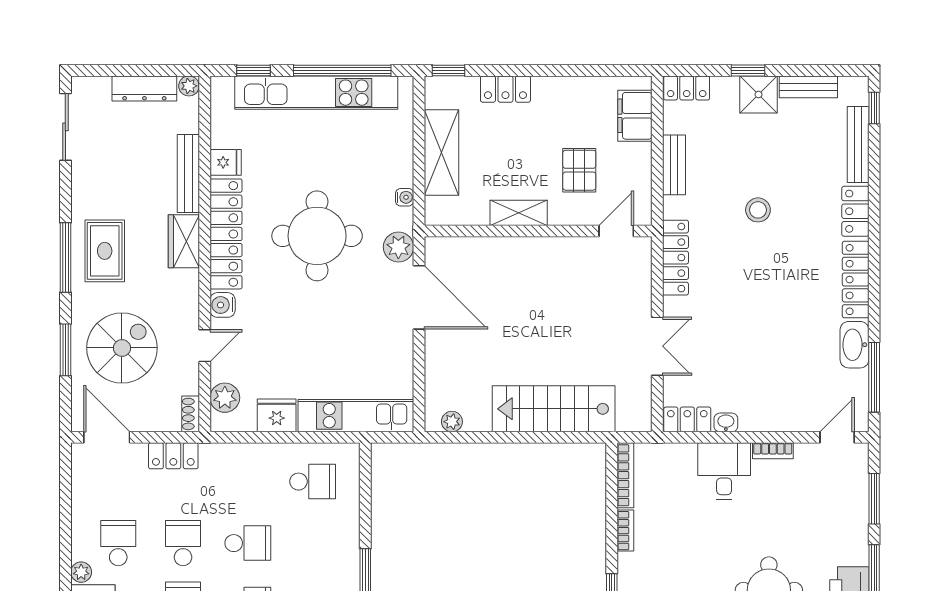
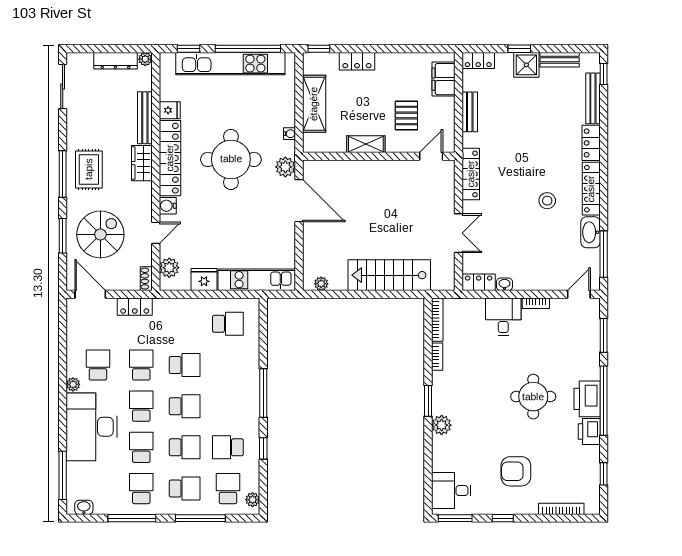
stool: (758, 210) -> (547, 201), moved

